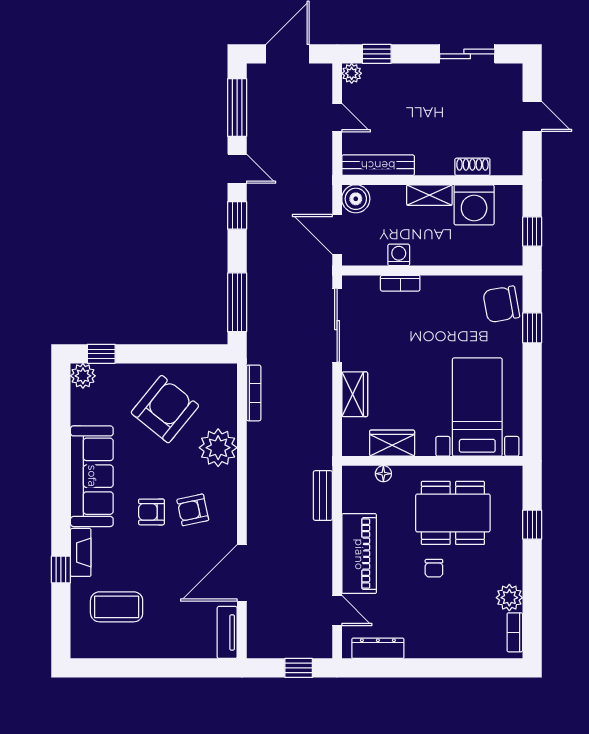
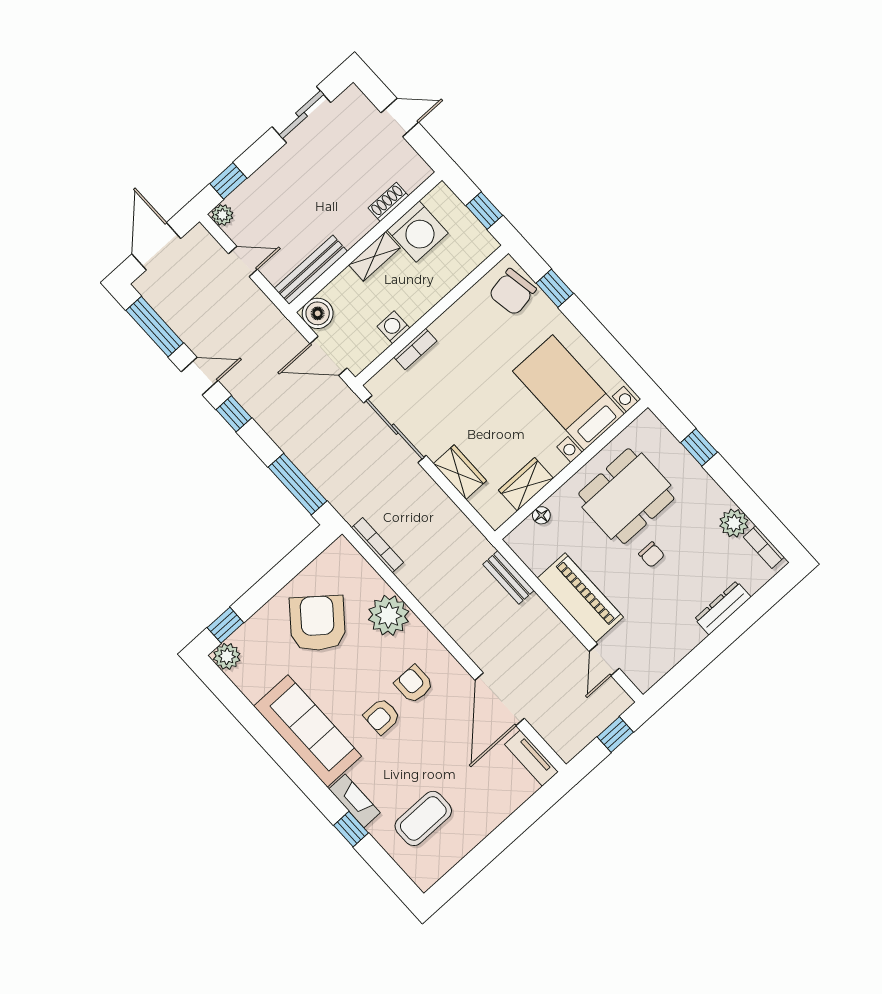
armchair: (193, 510) -> (414, 684), turned 102
door: (337, 611) -> (604, 660), swing flipped
dresser: (378, 648) -> (723, 608), moved

